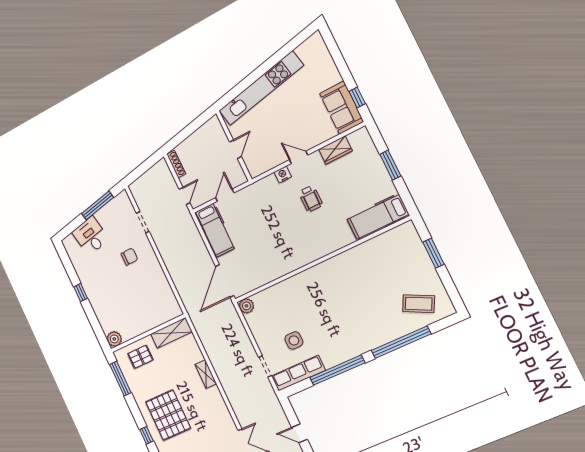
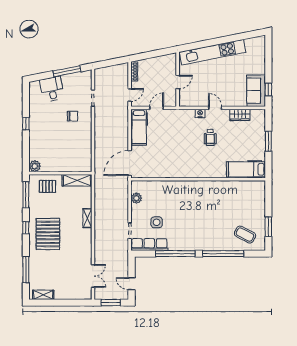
window: (433, 253) -> (268, 227), moved
plant: (247, 306) -> (136, 198), moved
window: (146, 435) -> (26, 228), moved

